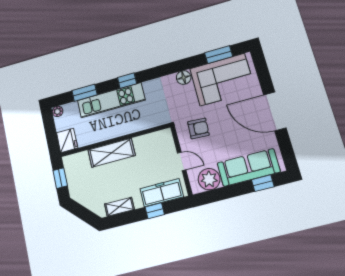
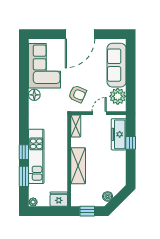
window: (219, 55) -> (24, 63), removed
window: (127, 81) -> (24, 152), moved
armchair: (198, 128) -> (77, 94), turned 110
window: (263, 183) -> (131, 58), removed
boiler: (83, 198) -> (108, 196), added
shelving: (119, 207) -> (76, 126), moved

